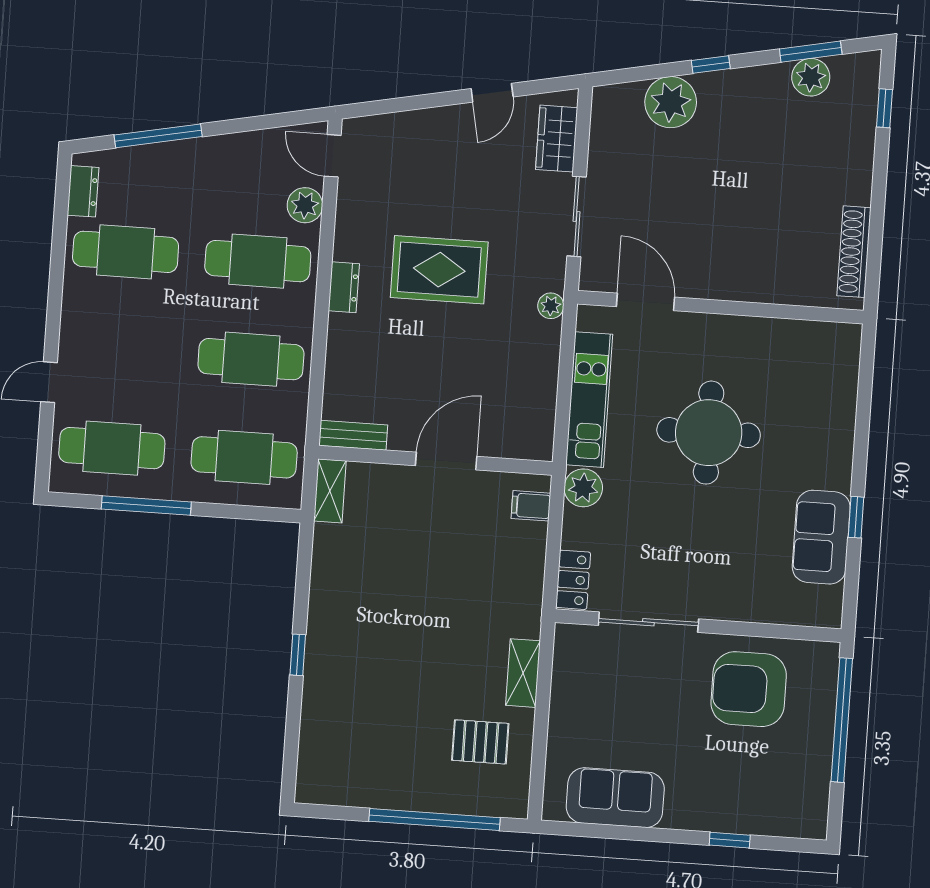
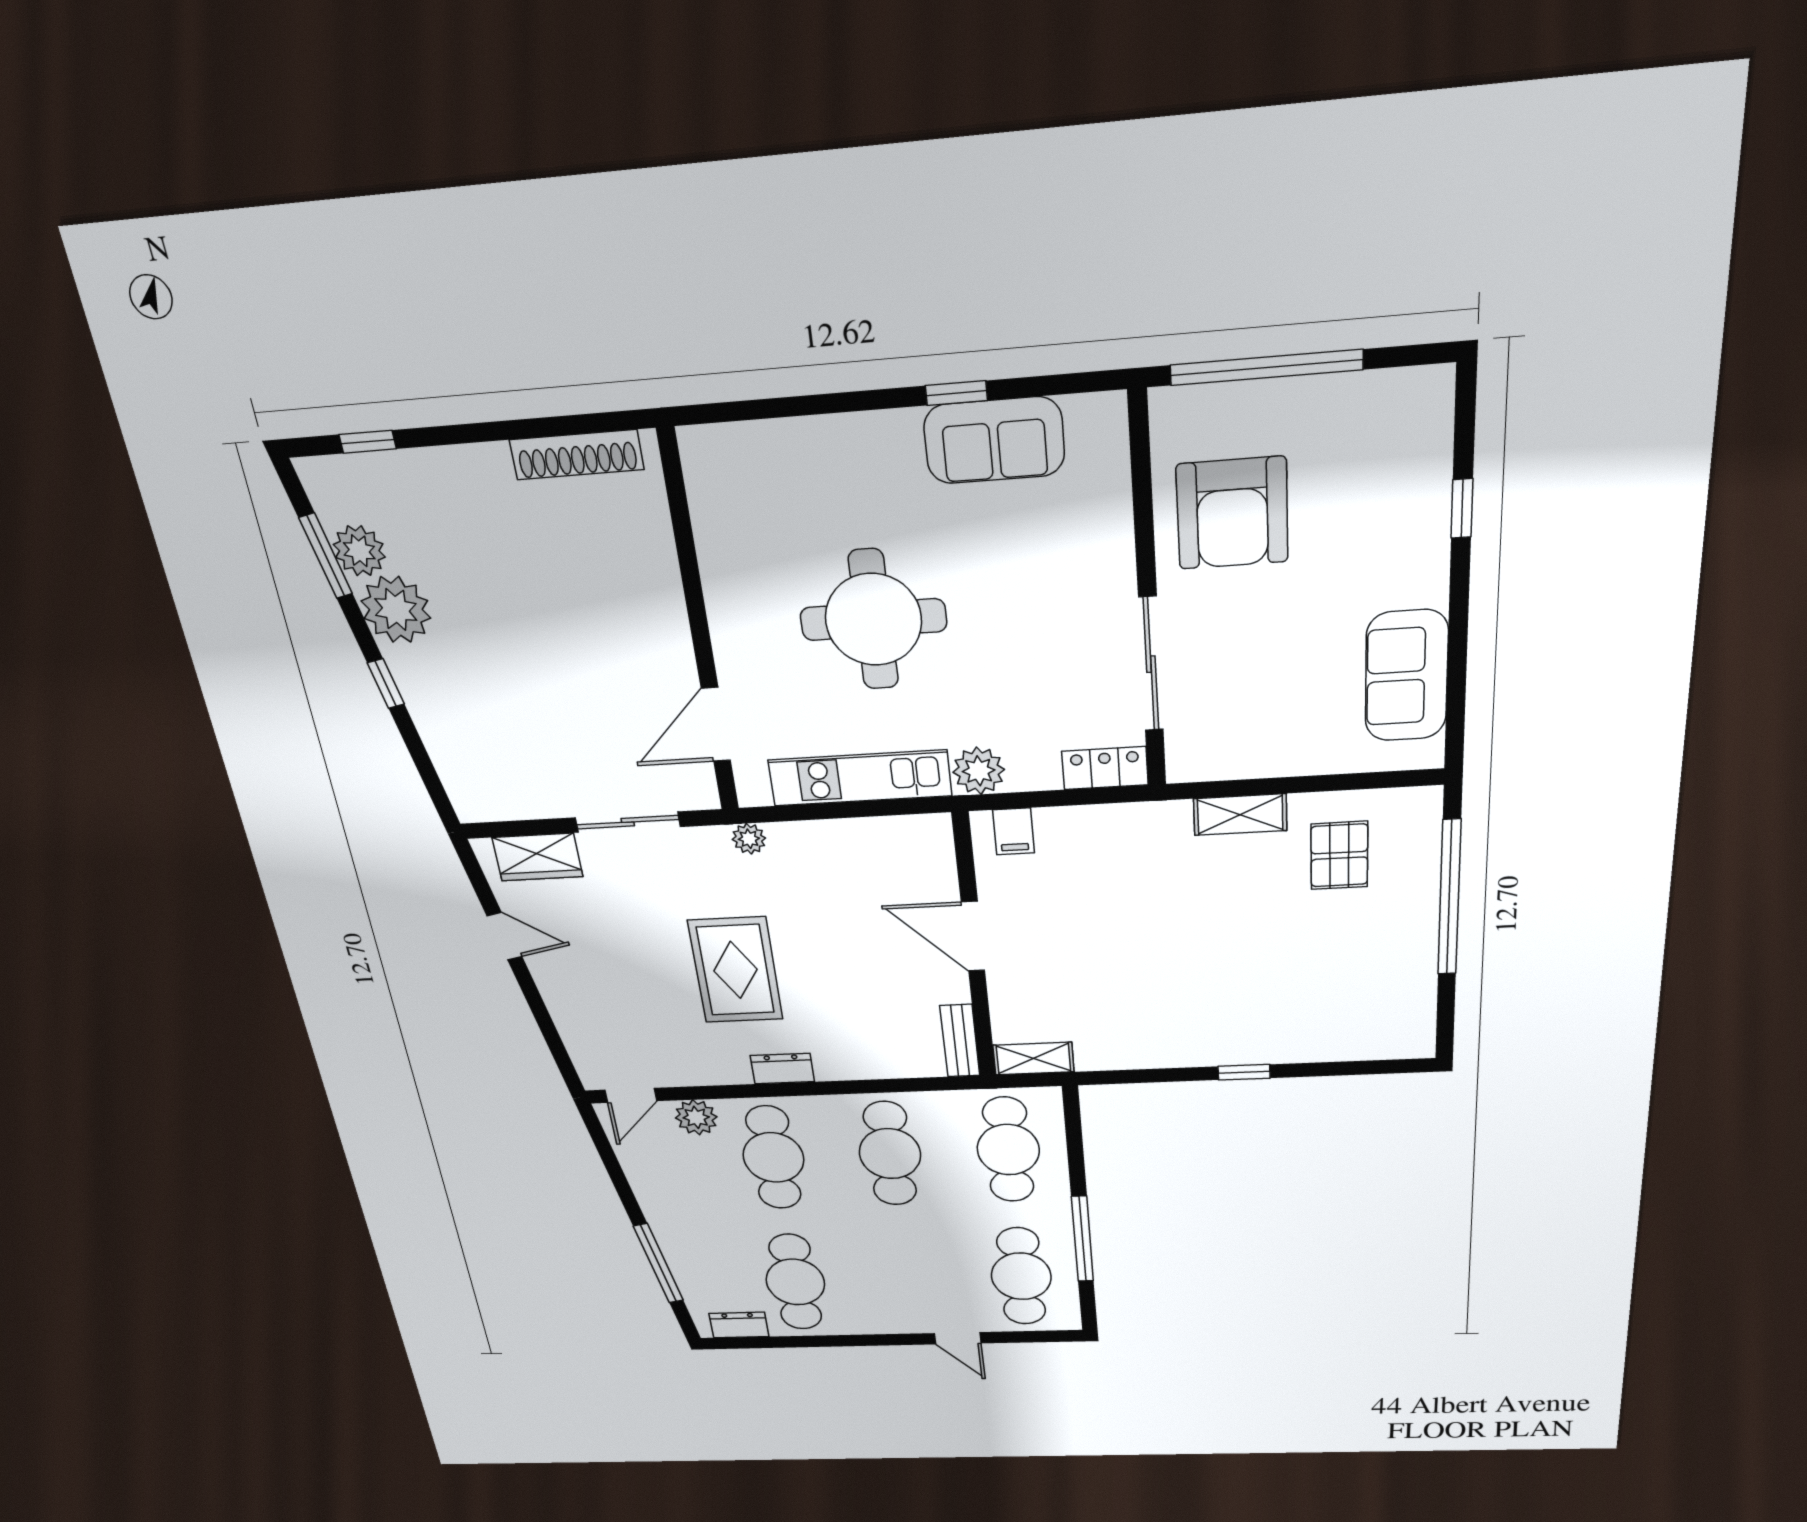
plant: (671, 102) -> (396, 610), moved

